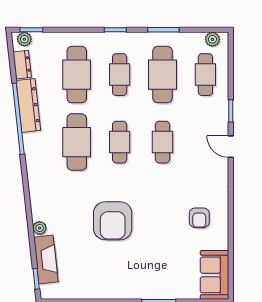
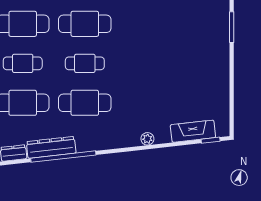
cafe table: (163, 142) -> (85, 24), width x1.37, depth x1.35
armchair: (113, 221) -> (157, 70), removed
plant: (40, 228) -> (147, 139), moved

